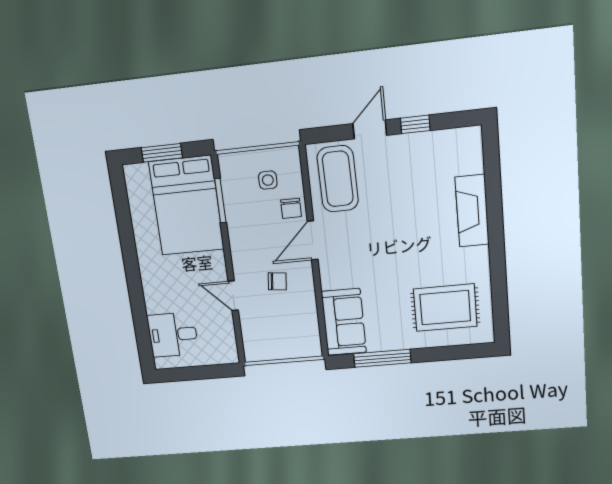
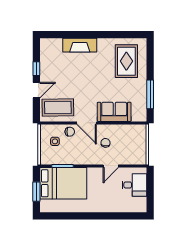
door: (370, 129) -> (36, 90), swing flipped
sofa: (344, 322) -> (114, 112), moved
desk: (173, 335) -> (134, 185), moved, turned -90

